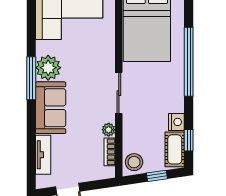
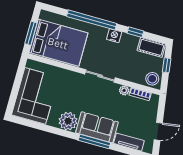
window: (31, 78) -> (94, 141), moved
nightstand: (176, 122) -> (114, 36), moved
window: (189, 140) -> (135, 32), moved

